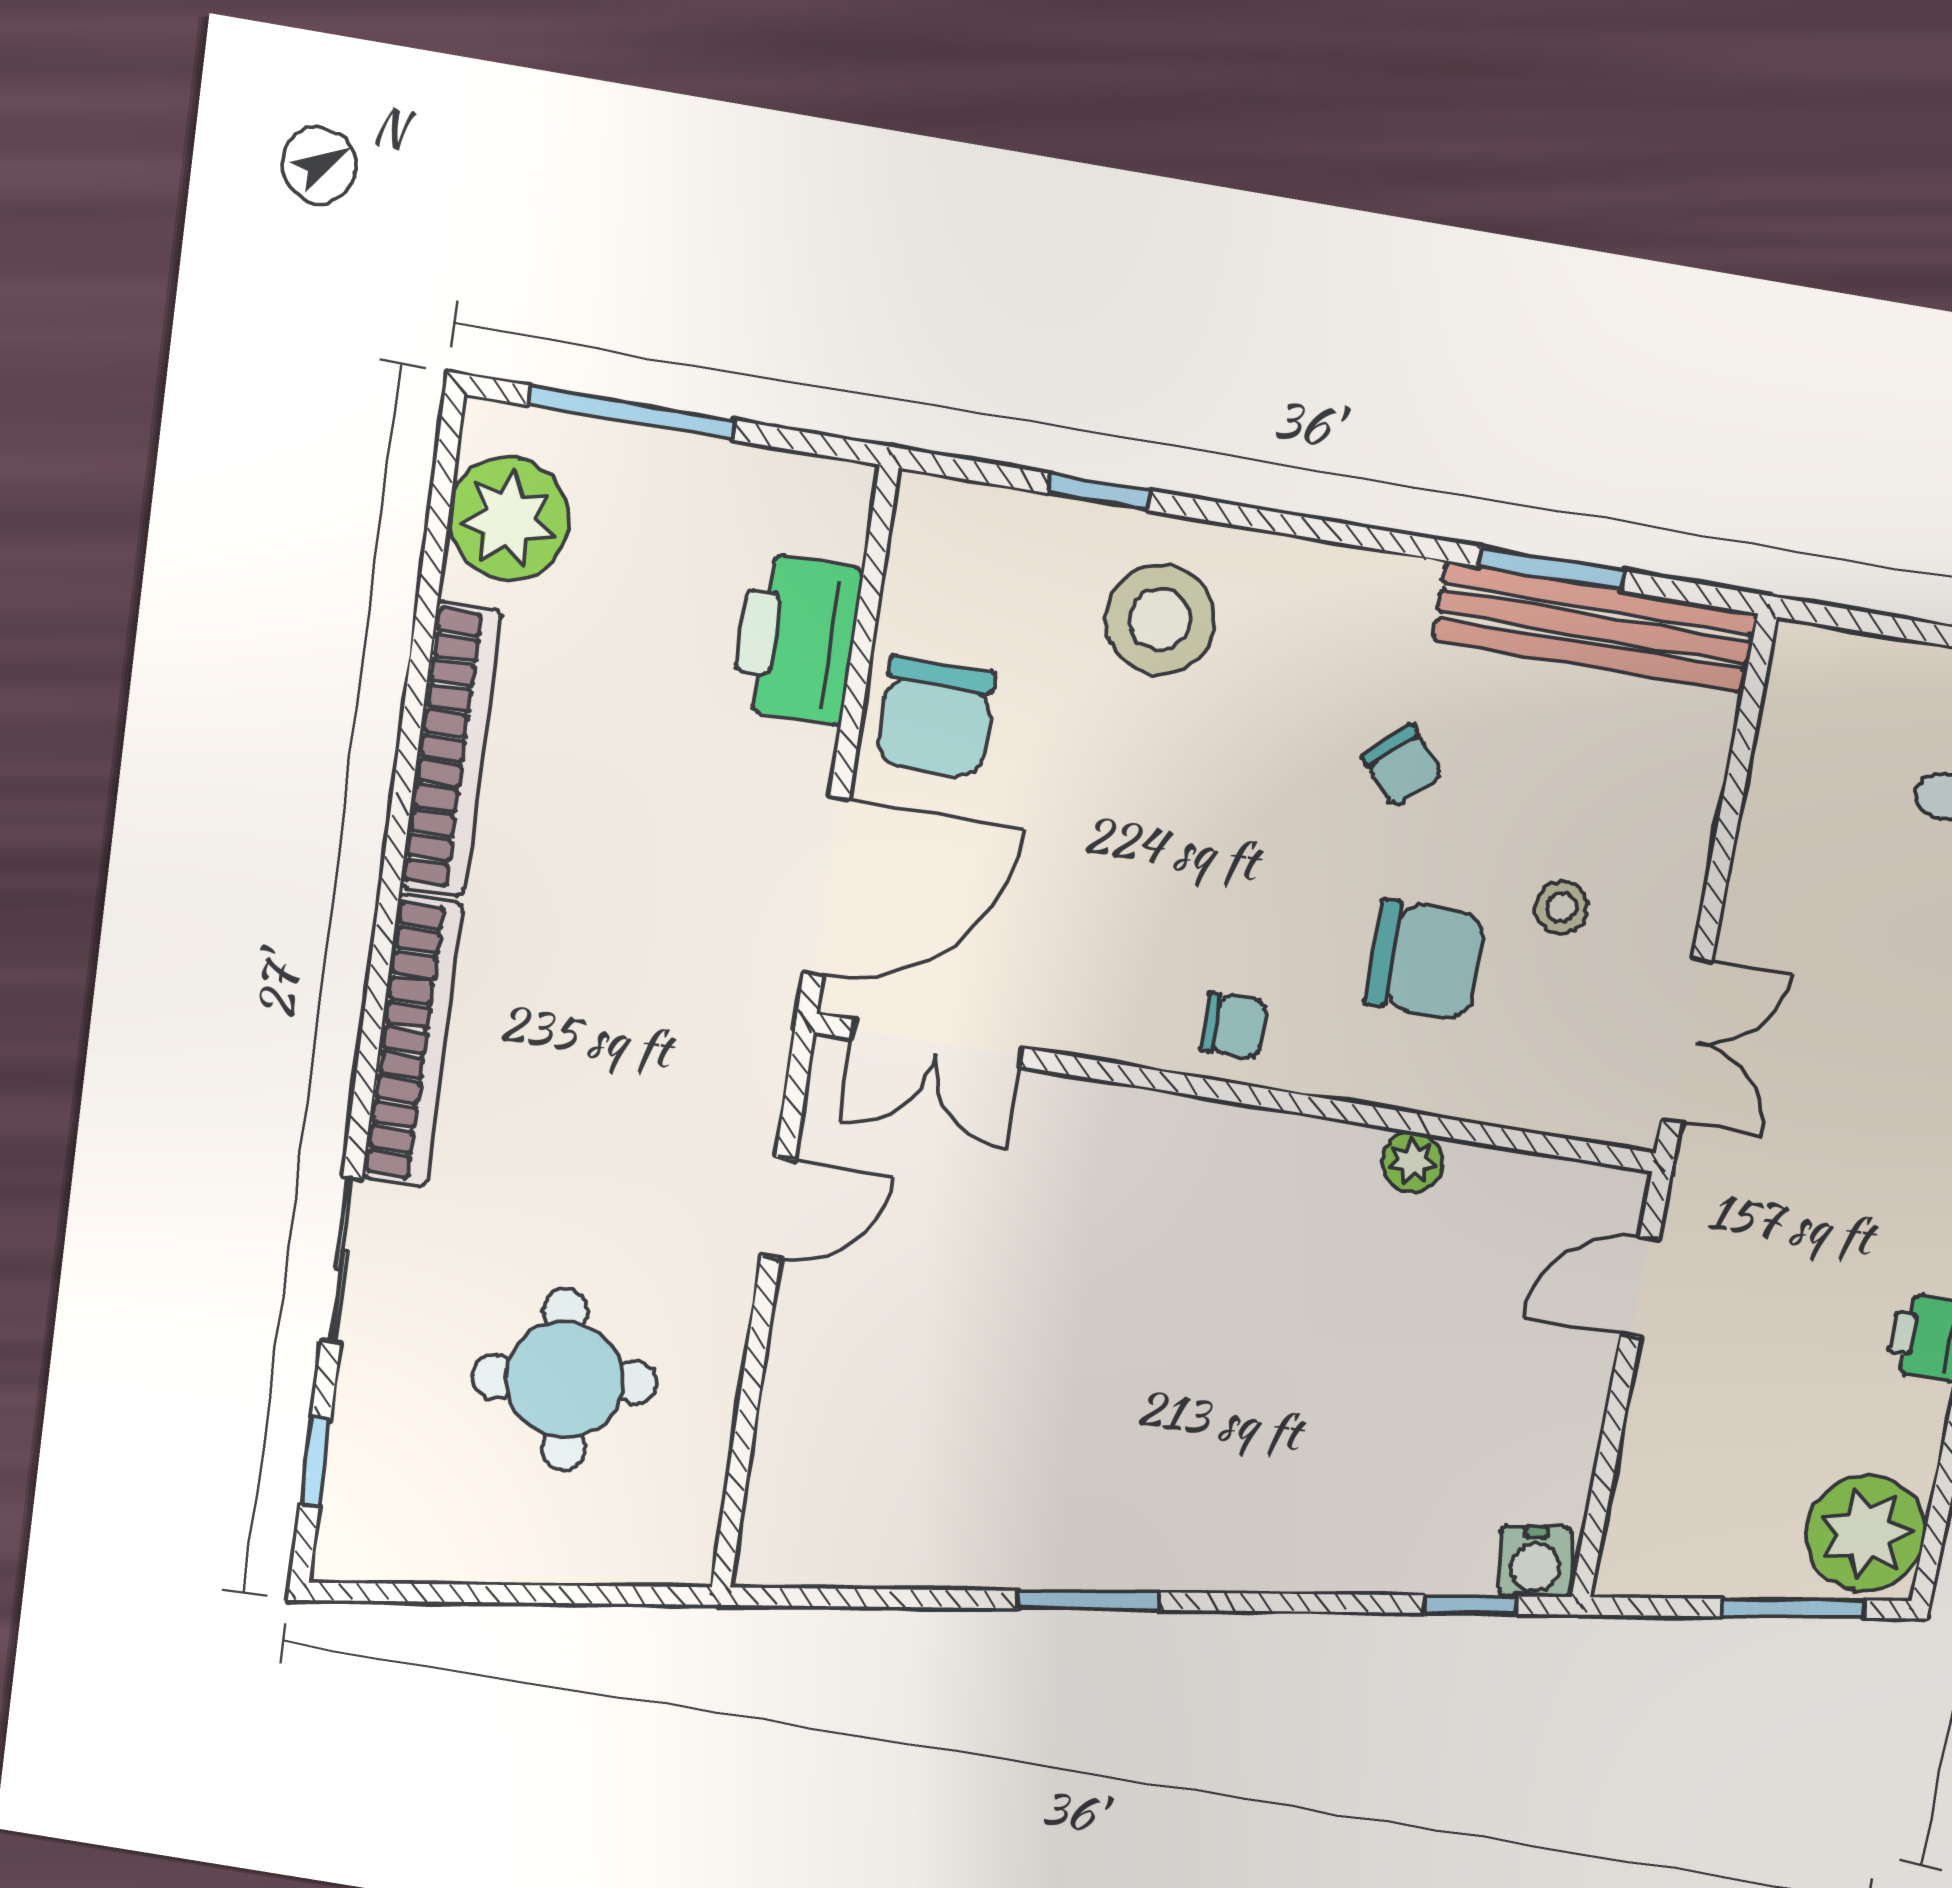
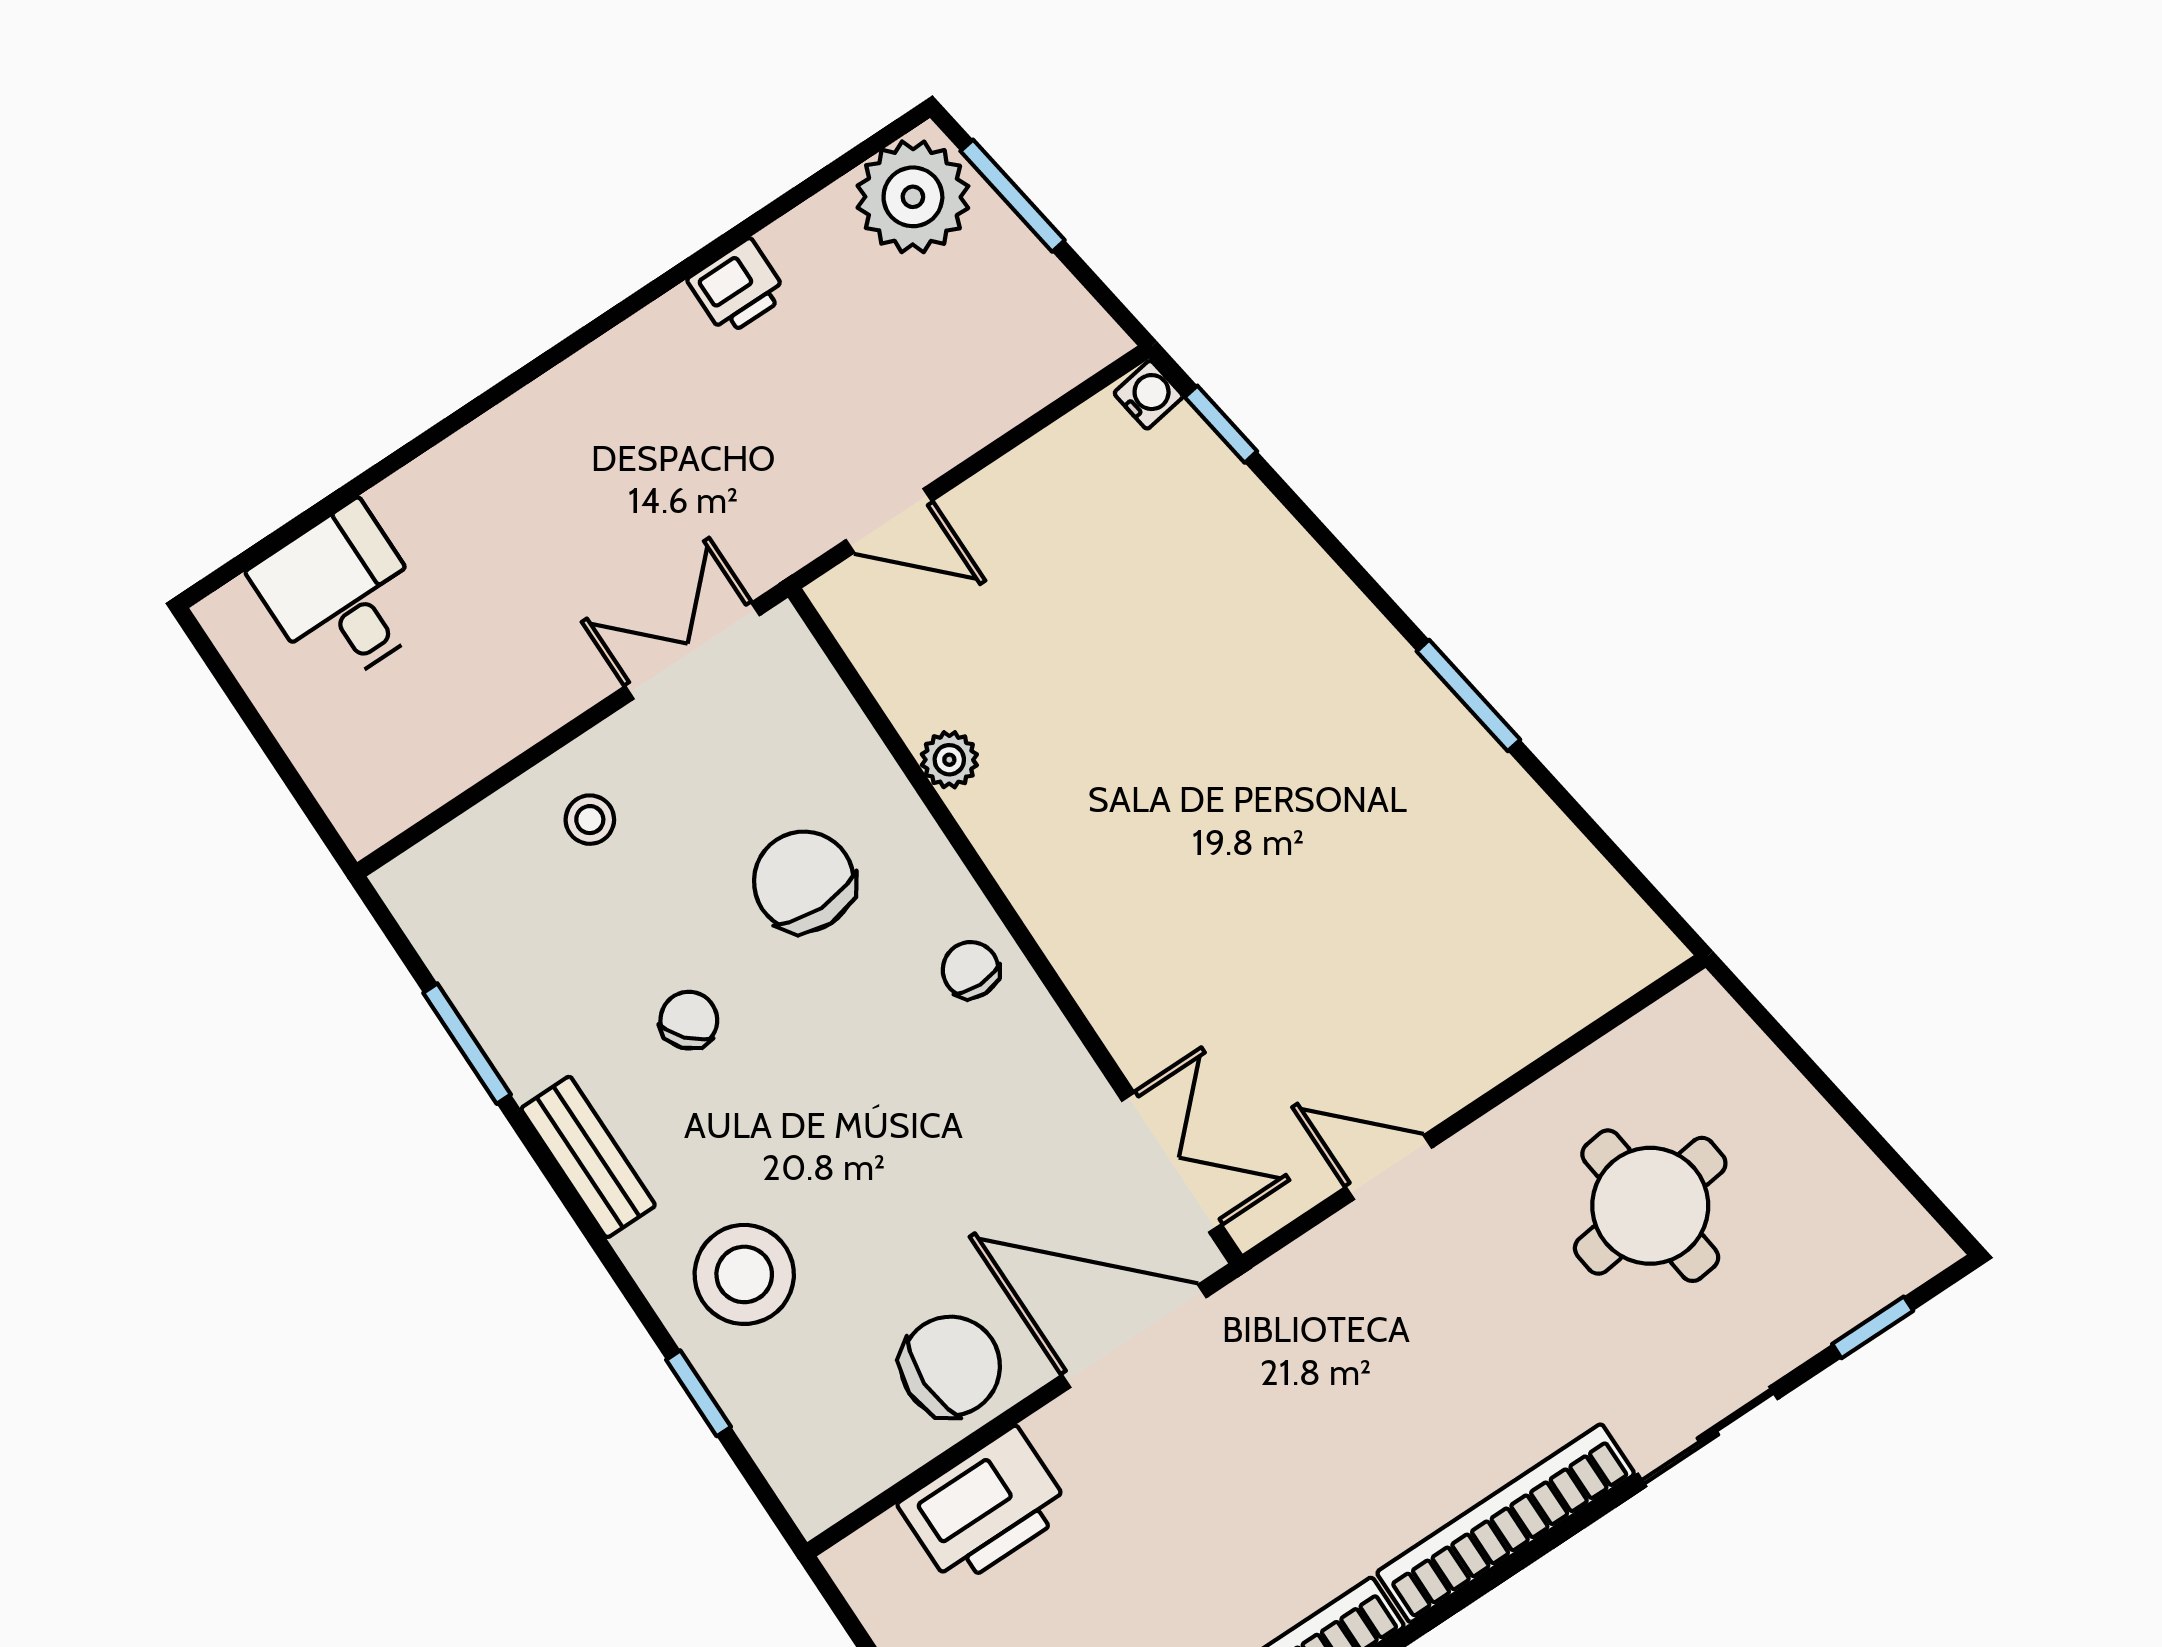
bench: (1595, 627) -> (588, 1157), moved, width x0.54, depth x0.82
stool: (1561, 907) -> (590, 820), moved
water cooler: (1535, 1561) -> (1149, 395), width x0.72, depth x0.72

